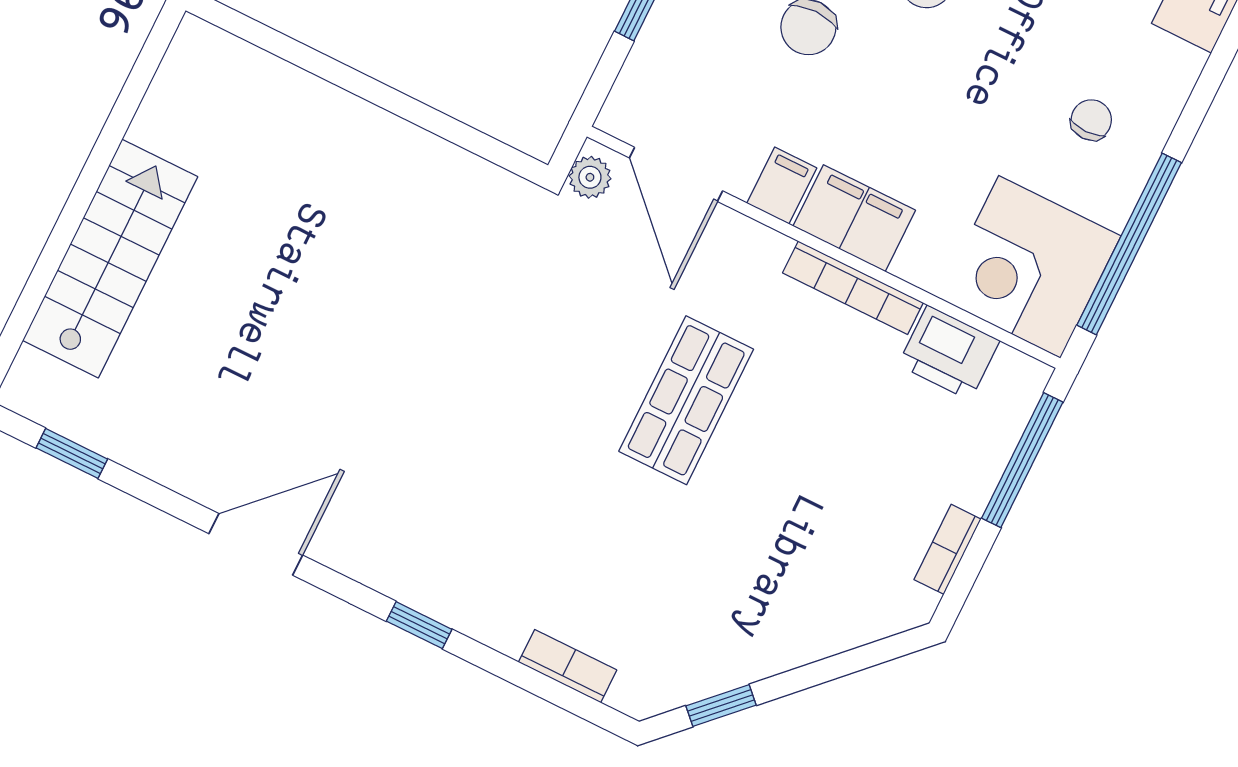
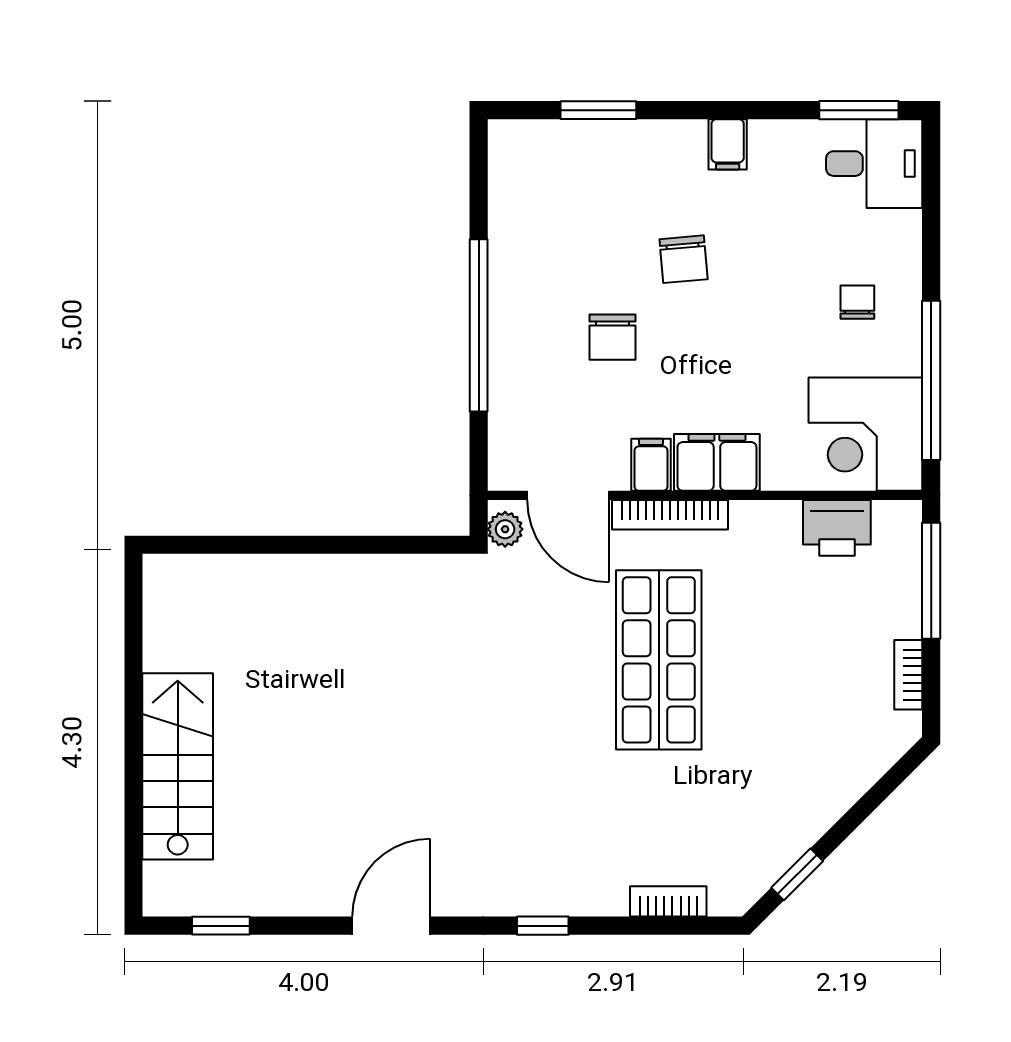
bookcase: (853, 288) -> (670, 515), moved
shop shelf: (686, 400) -> (659, 660), width x1.43, depth x1.36

